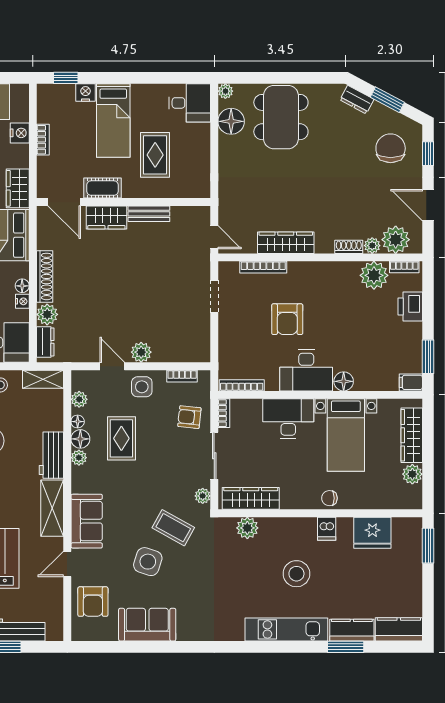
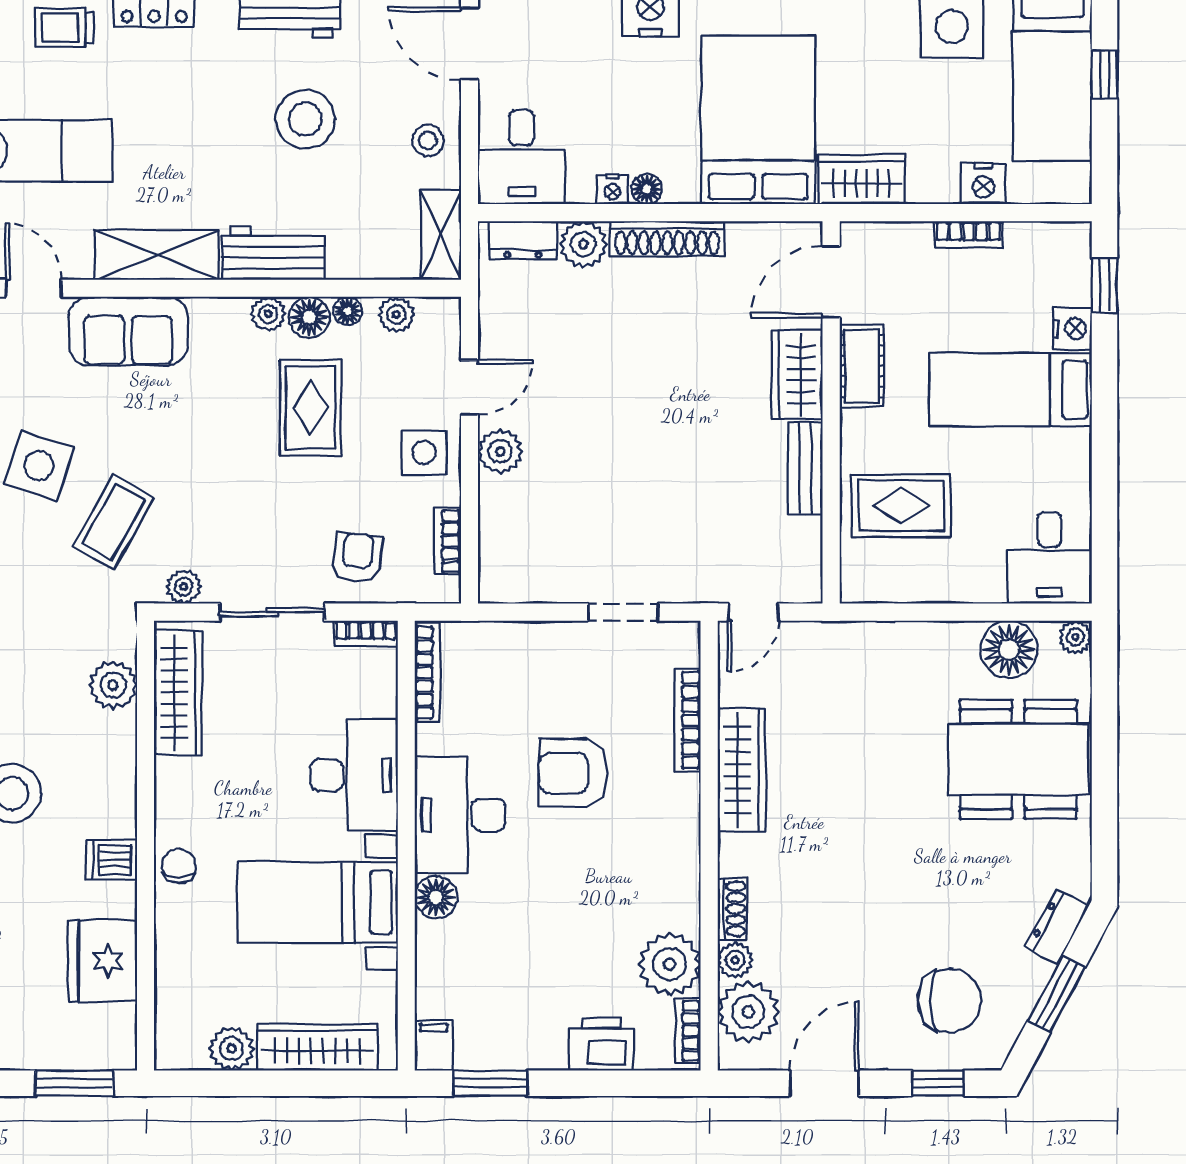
rug: (155, 155) -> (901, 506), moved
rug: (121, 438) -> (310, 408), turned 90

